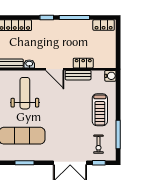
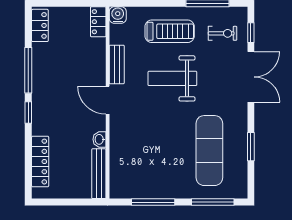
locker: (83, 63) -> (98, 22), moved
door: (55, 69) -> (108, 100), swing flipped
weight bench: (25, 93) -> (172, 78), moved

